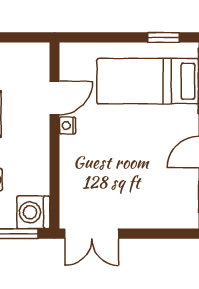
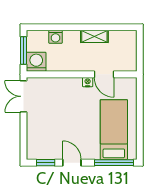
window: (164, 37) -> (140, 139), removed

